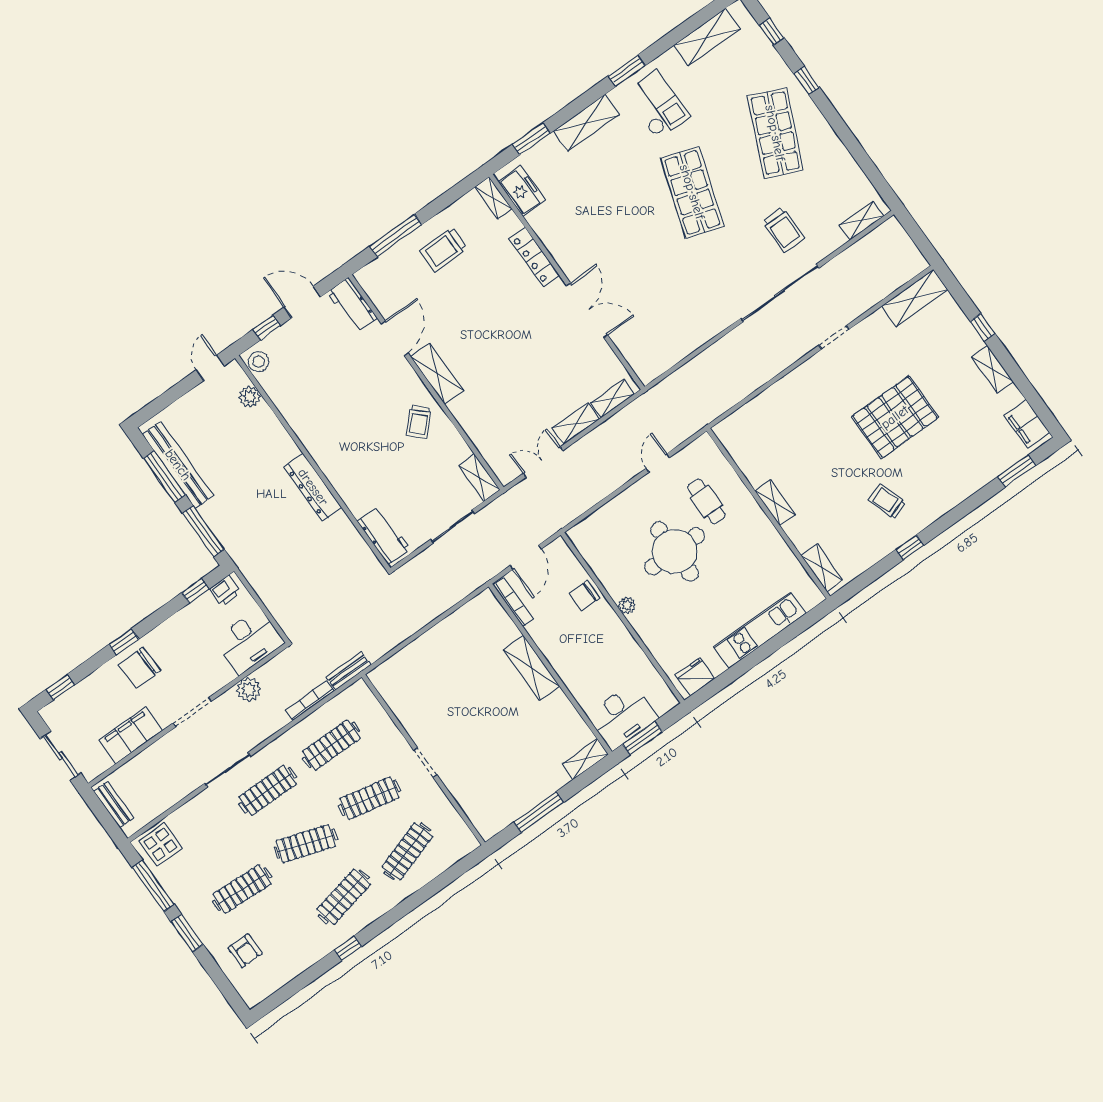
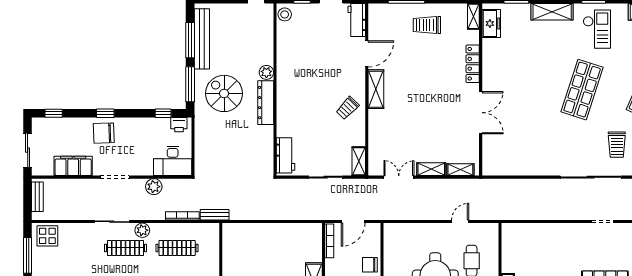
plant: (250, 397) -> (266, 72), moved
spiral stairs: (253, 513) -> (224, 93), added
plant: (273, 754) -> (142, 230), added

